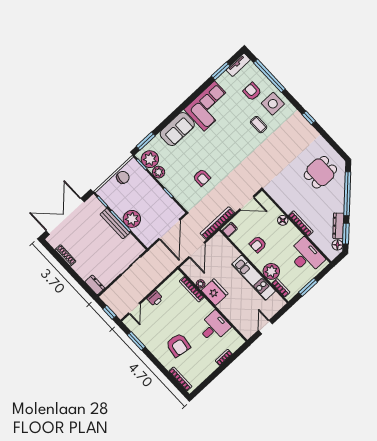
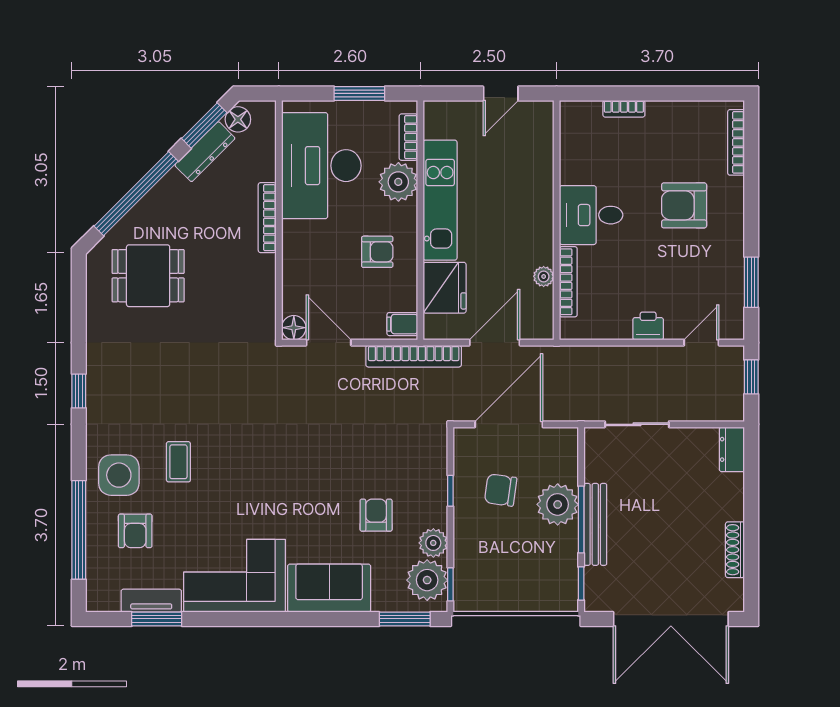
tv unit: (238, 65) -> (151, 601), moved
chair: (123, 177) -> (501, 490), moved
armchair: (202, 178) -> (376, 515), moved
floor lamp: (283, 220) -> (294, 328), moved
desk: (306, 256) -> (321, 166), width x1.36, depth x1.30
fridge: (215, 292) -> (445, 288), moved, turned 180
desk: (214, 327) -> (591, 215), moved
armchair: (178, 345) -> (684, 205), turned -99

